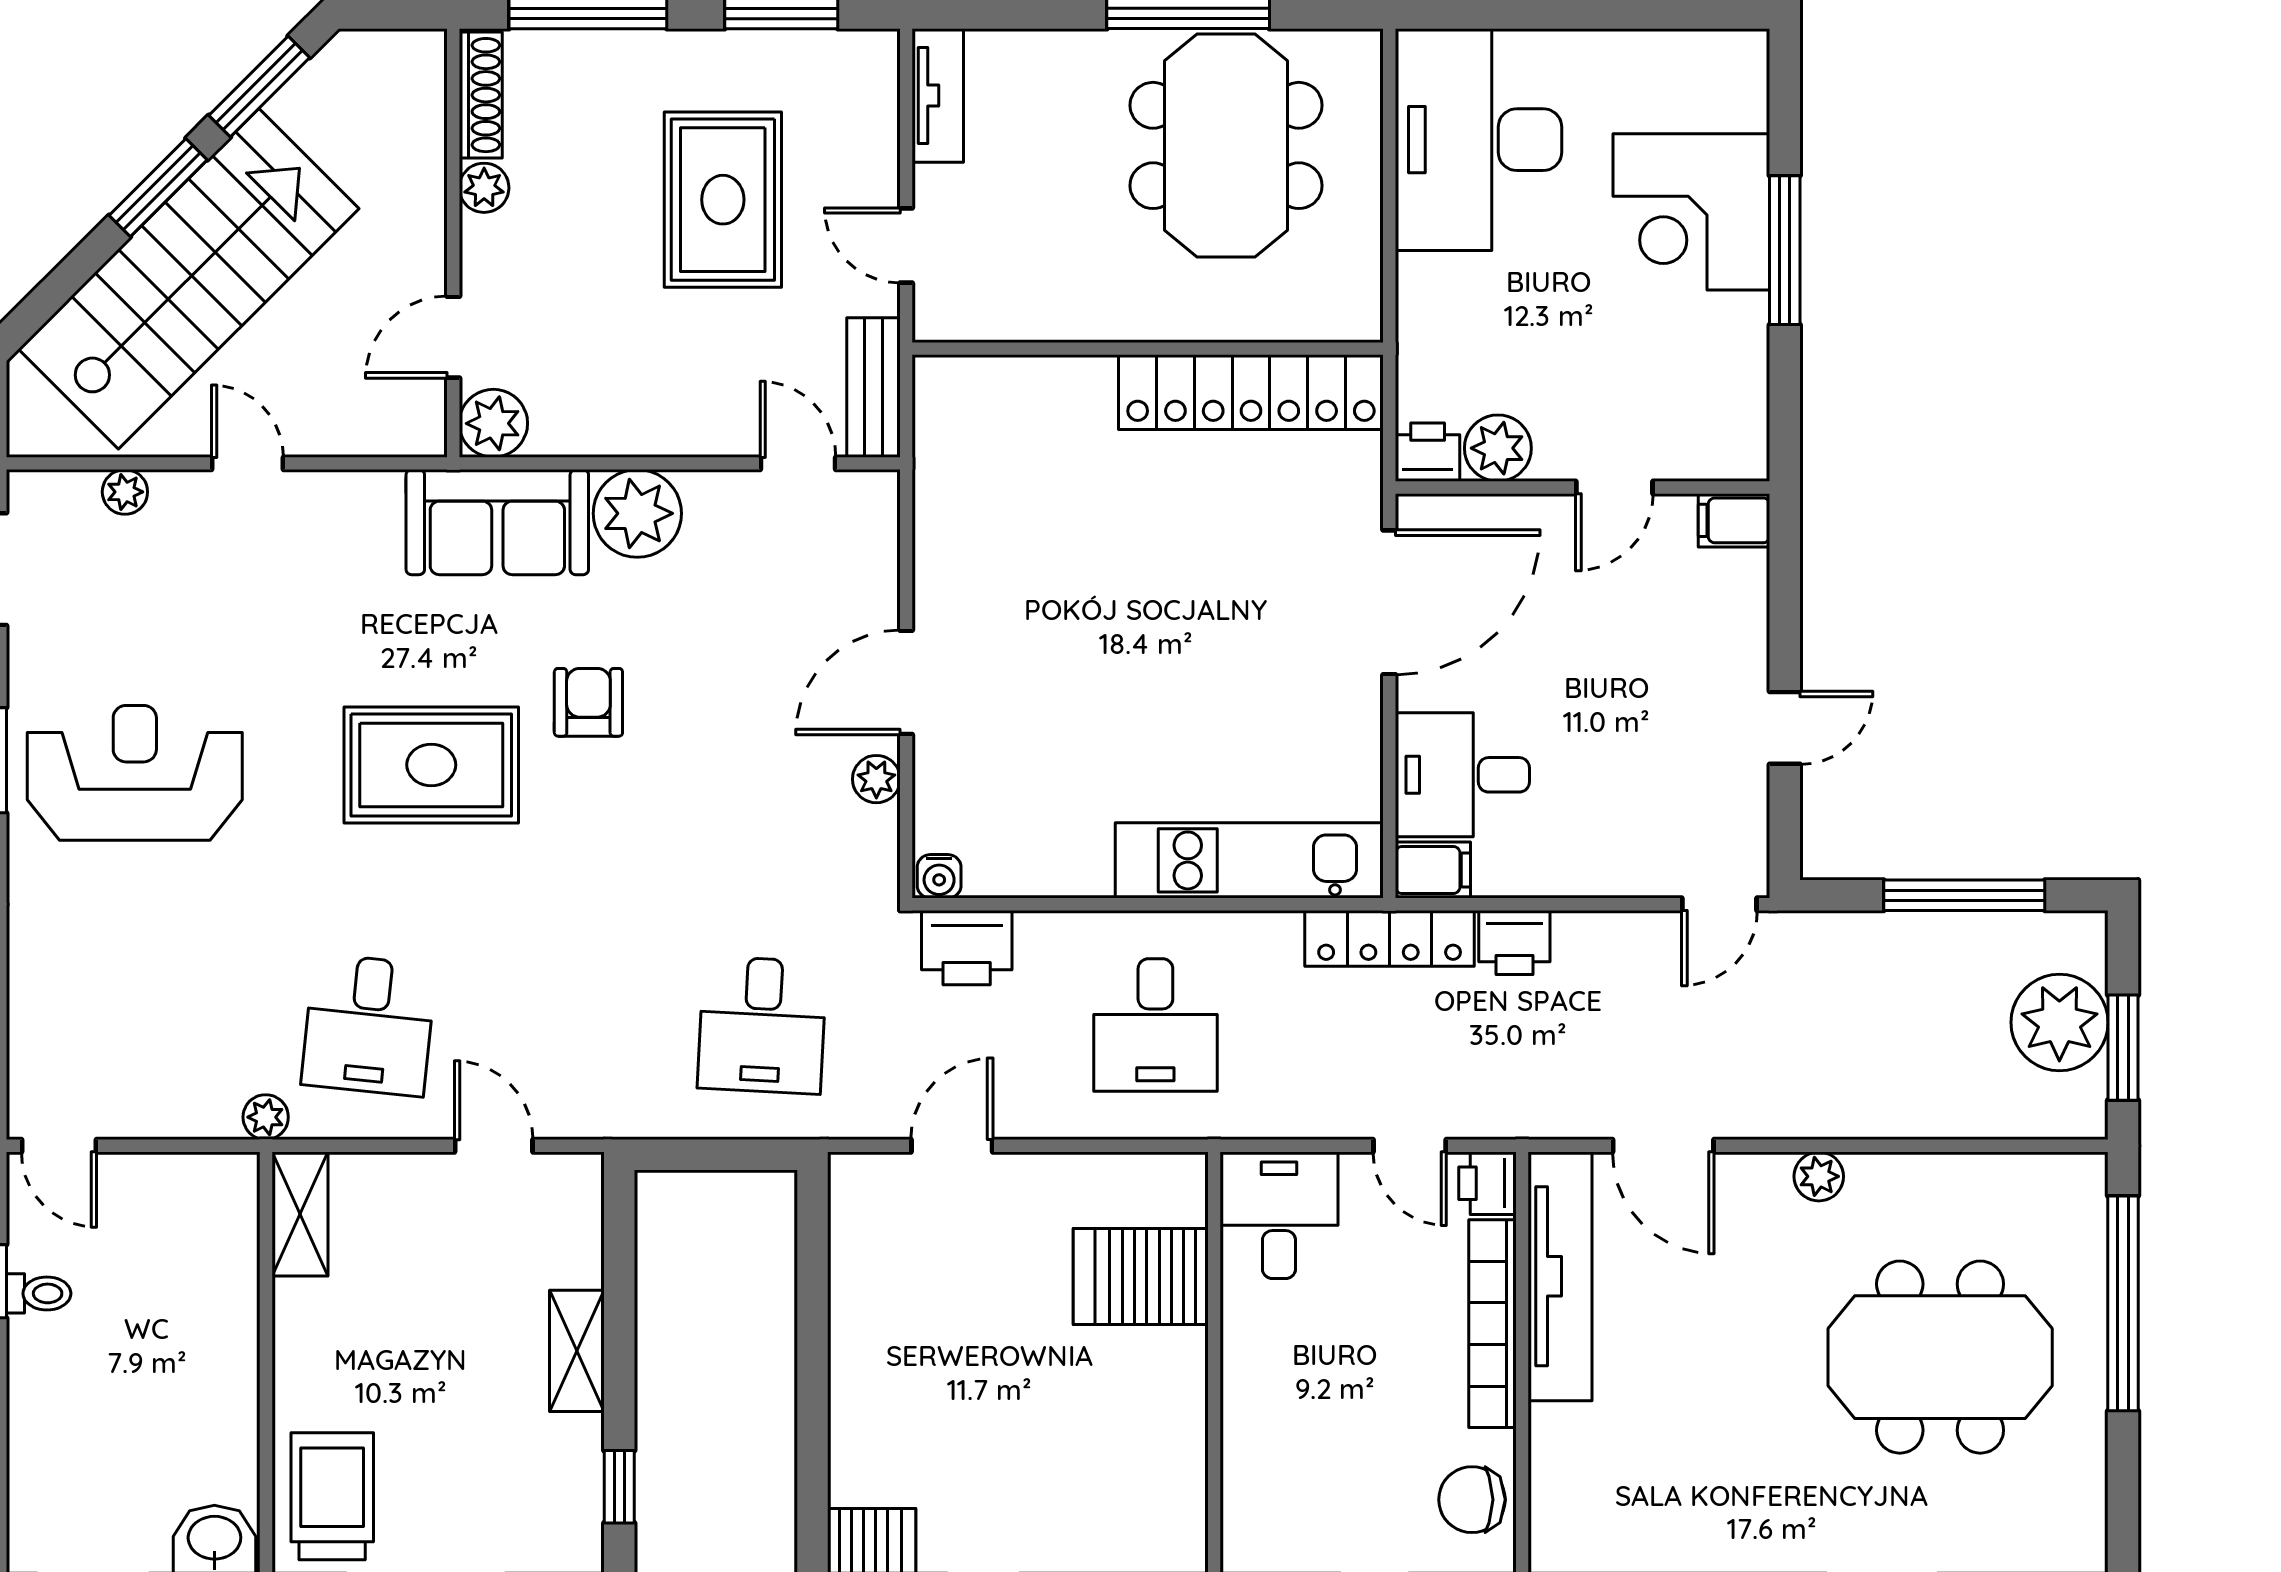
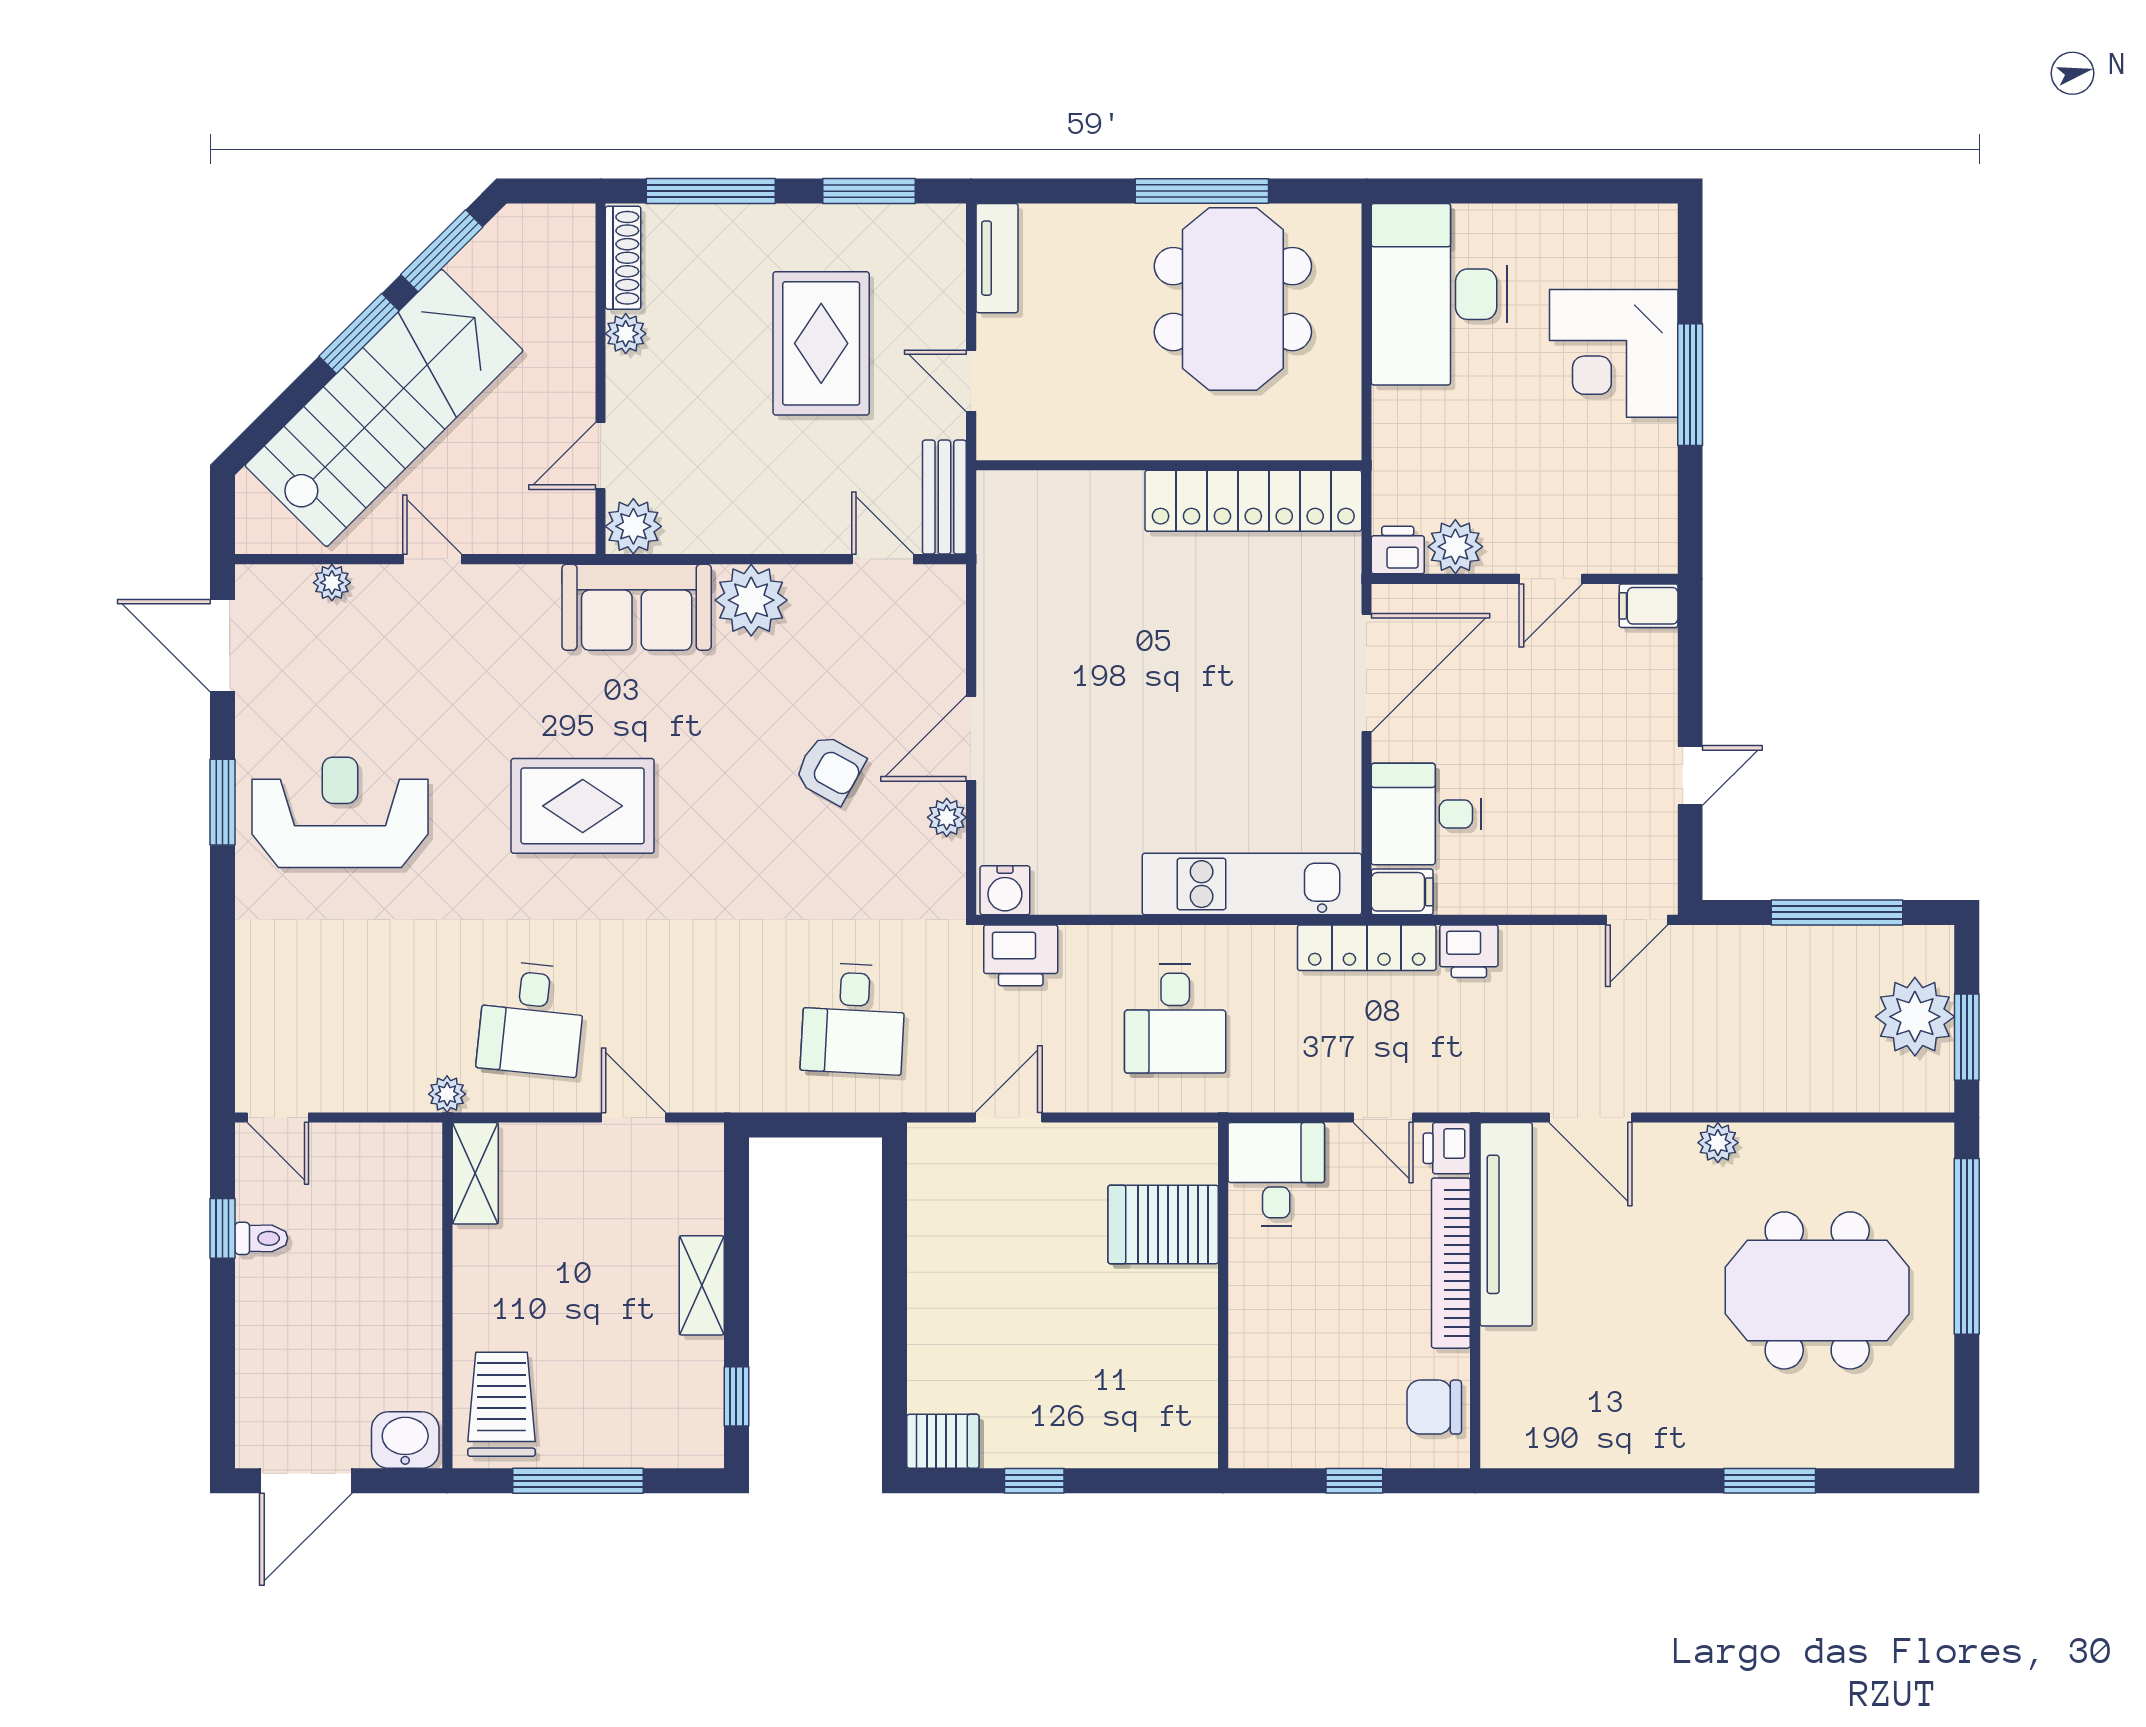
armchair: (588, 702) -> (830, 769), moved, turned 119
water cooler: (939, 876) -> (1005, 890), width x1.38, depth x1.38

